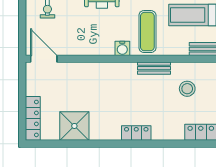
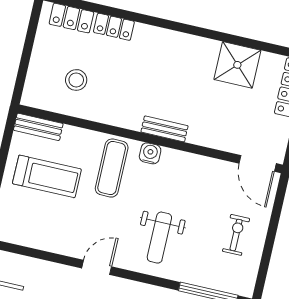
bench: (154, 68) -> (164, 129), moved
locker: (136, 133) -> (114, 27), moved

